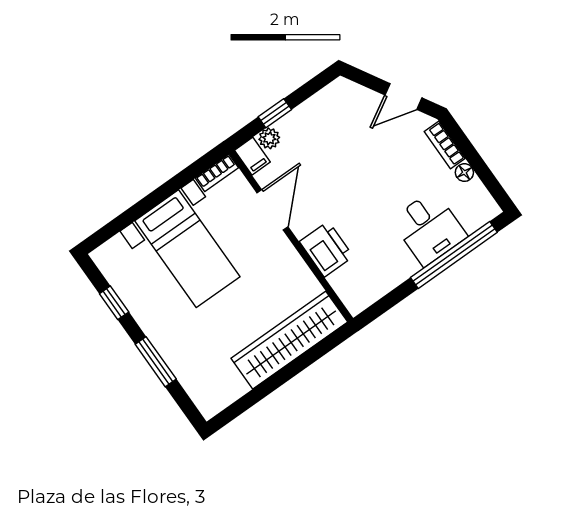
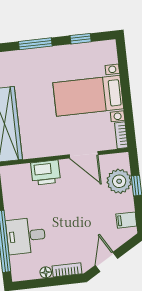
plant: (269, 138) -> (119, 181), width x1.87, depth x1.87
filing cabinet: (252, 156) -> (126, 220), moved

